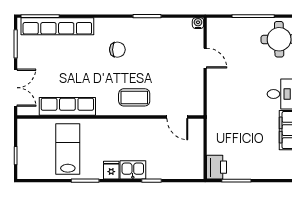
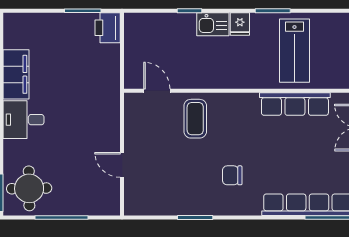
water cooler: (198, 23) -> (131, 209), removed
coffee table: (134, 97) -> (195, 119), moved, turned 90

